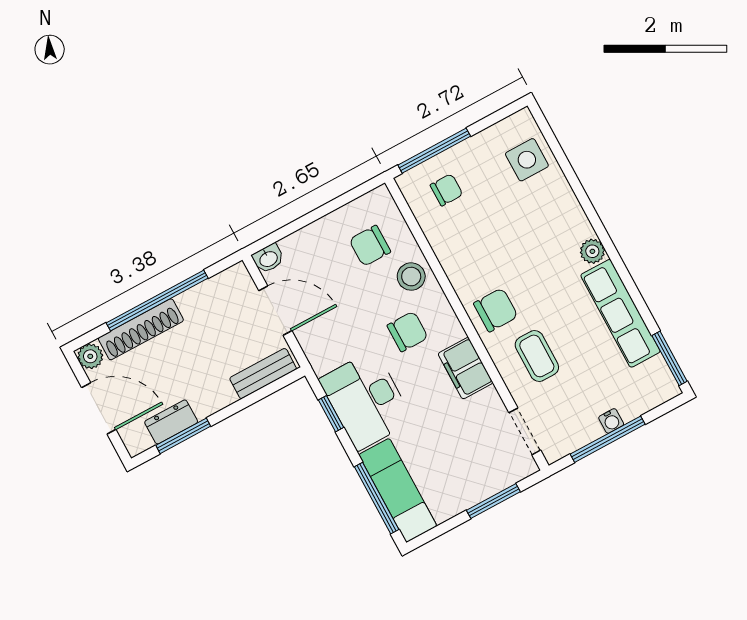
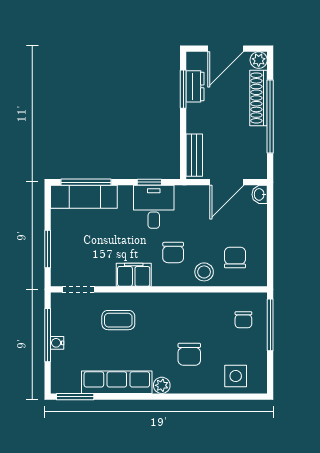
chair: (496, 310) -> (189, 354), moved
desk: (366, 400) -> (154, 207), width x0.73

